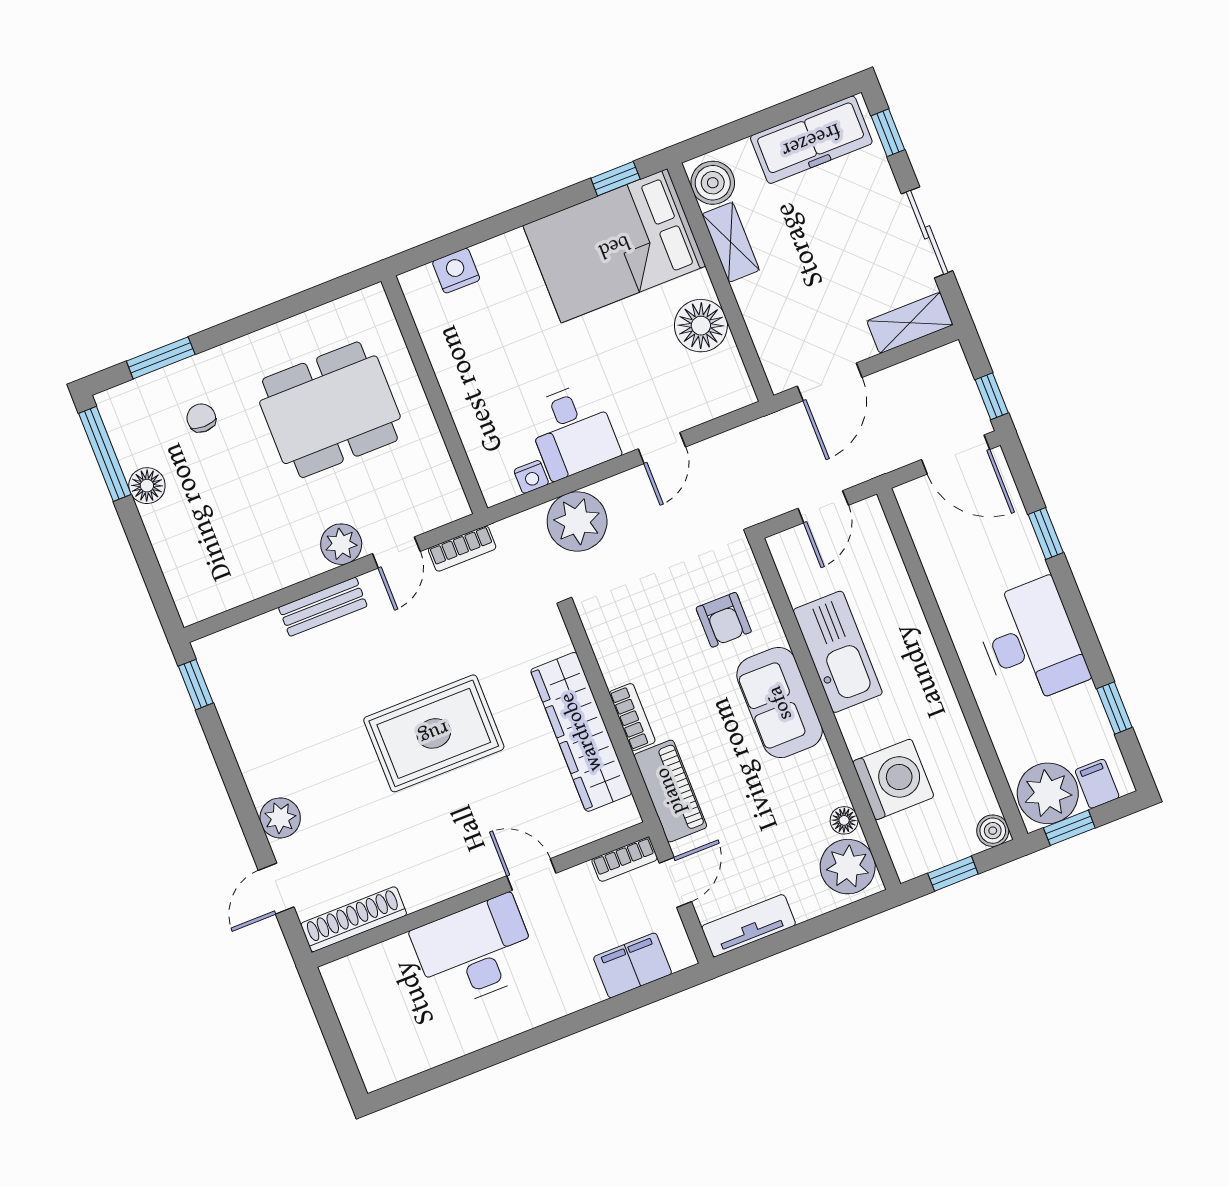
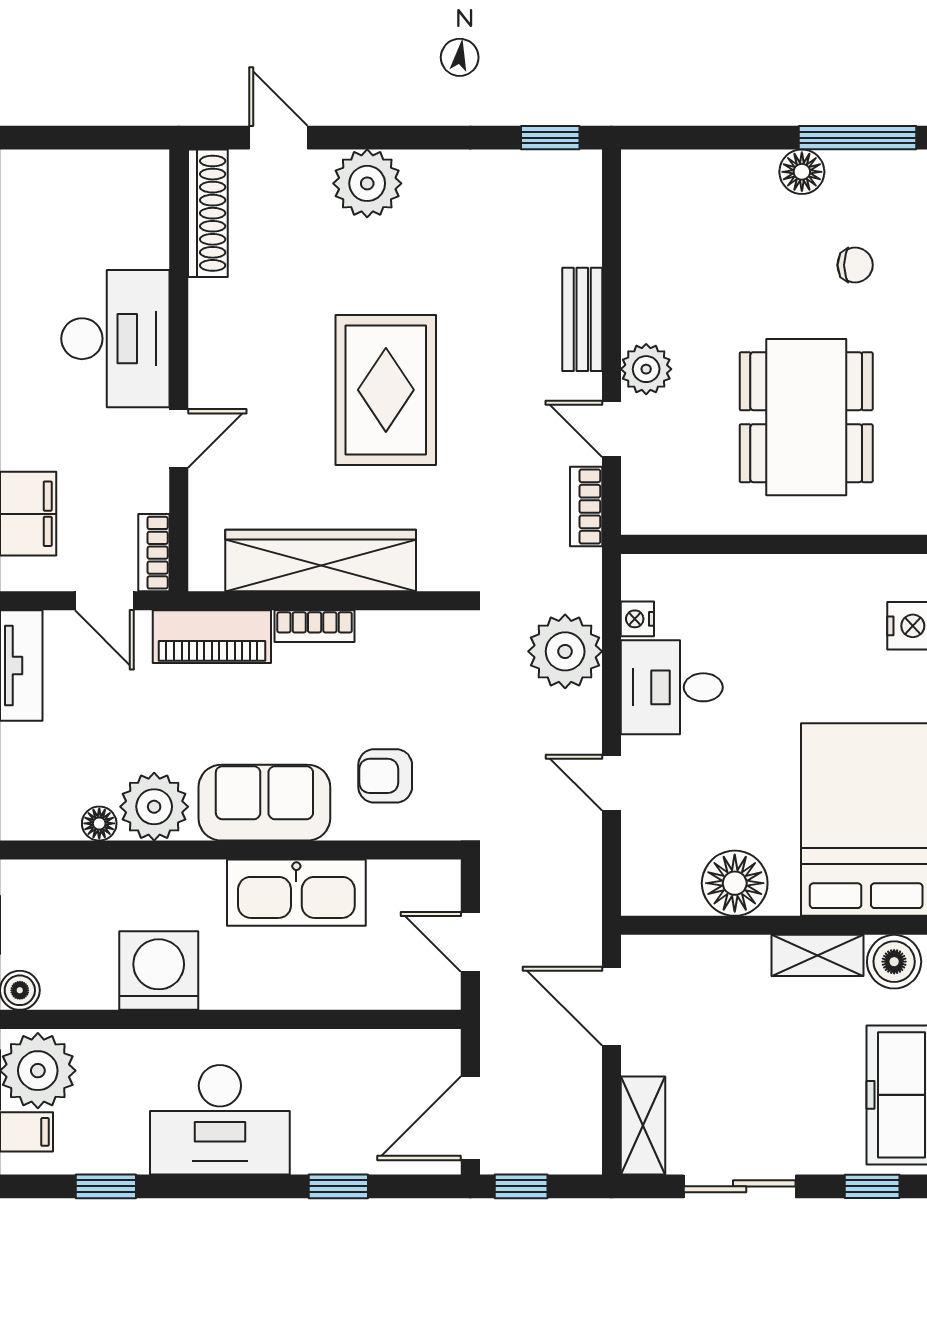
washing machine: (893, 779) -> (159, 971), moved, turned 180
plant: (280, 818) -> (367, 183), width x1.36, depth x1.36
plant: (848, 867) -> (154, 807), moved

